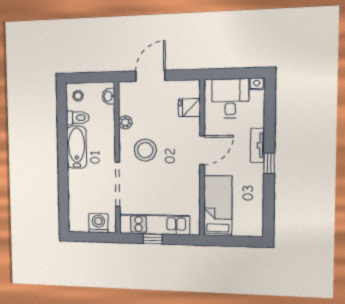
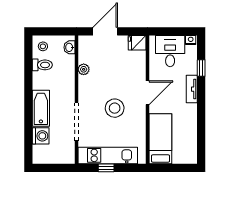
fridge: (189, 108) -> (137, 43), moved
bathtub: (77, 147) -> (41, 108), moved
stool: (145, 150) -> (115, 108), moved
window: (269, 163) -> (201, 68), moved
washing machine: (98, 223) -> (41, 136), moved, turned 90

